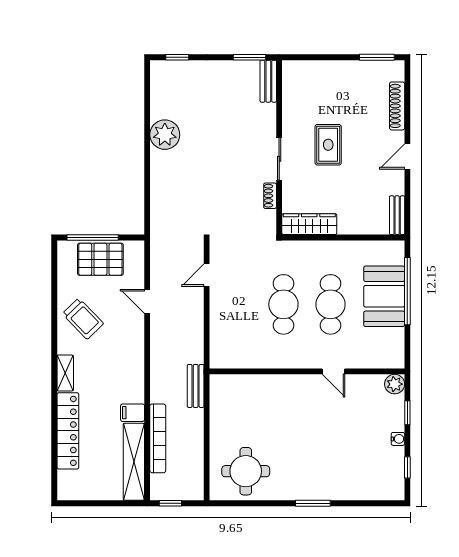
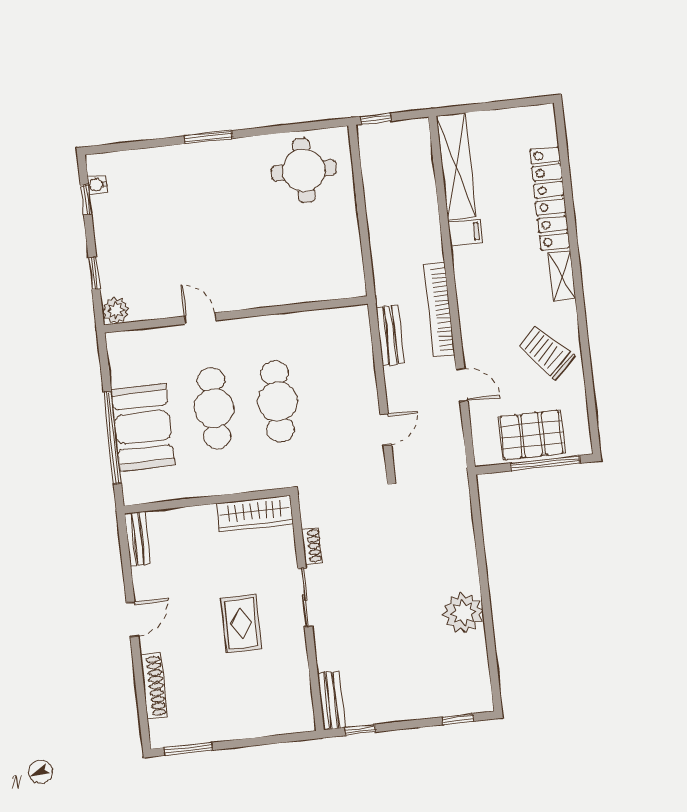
window: (250, 57) -> (360, 730), width x0.67
bench: (196, 386) -> (390, 335), moved
bookcase: (158, 438) -> (439, 310), moved
water cooler: (398, 439) -> (97, 185), moved
window: (170, 503) -> (376, 119), moved

